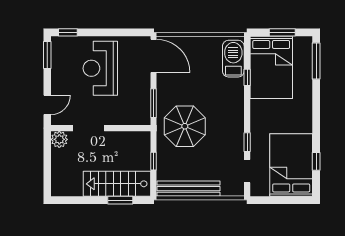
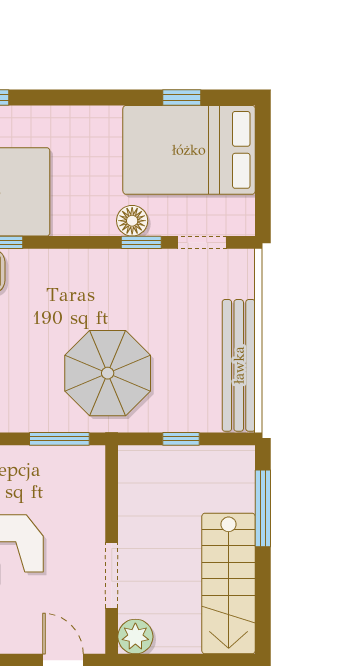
floor lamp: (257, 138) -> (132, 221), added
stairs: (117, 184) -> (229, 584), moved
window: (120, 200) -> (263, 508), width x1.44

